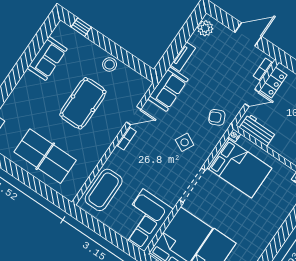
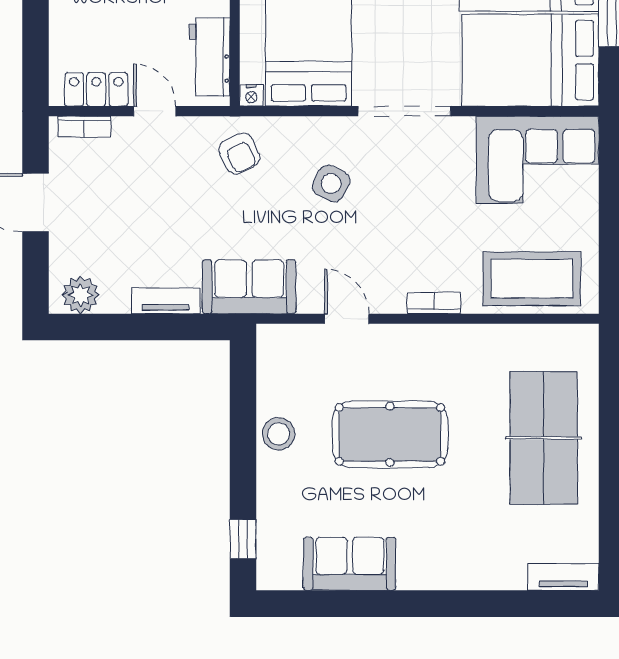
bookcase: (126, 138) -> (434, 303), moved

